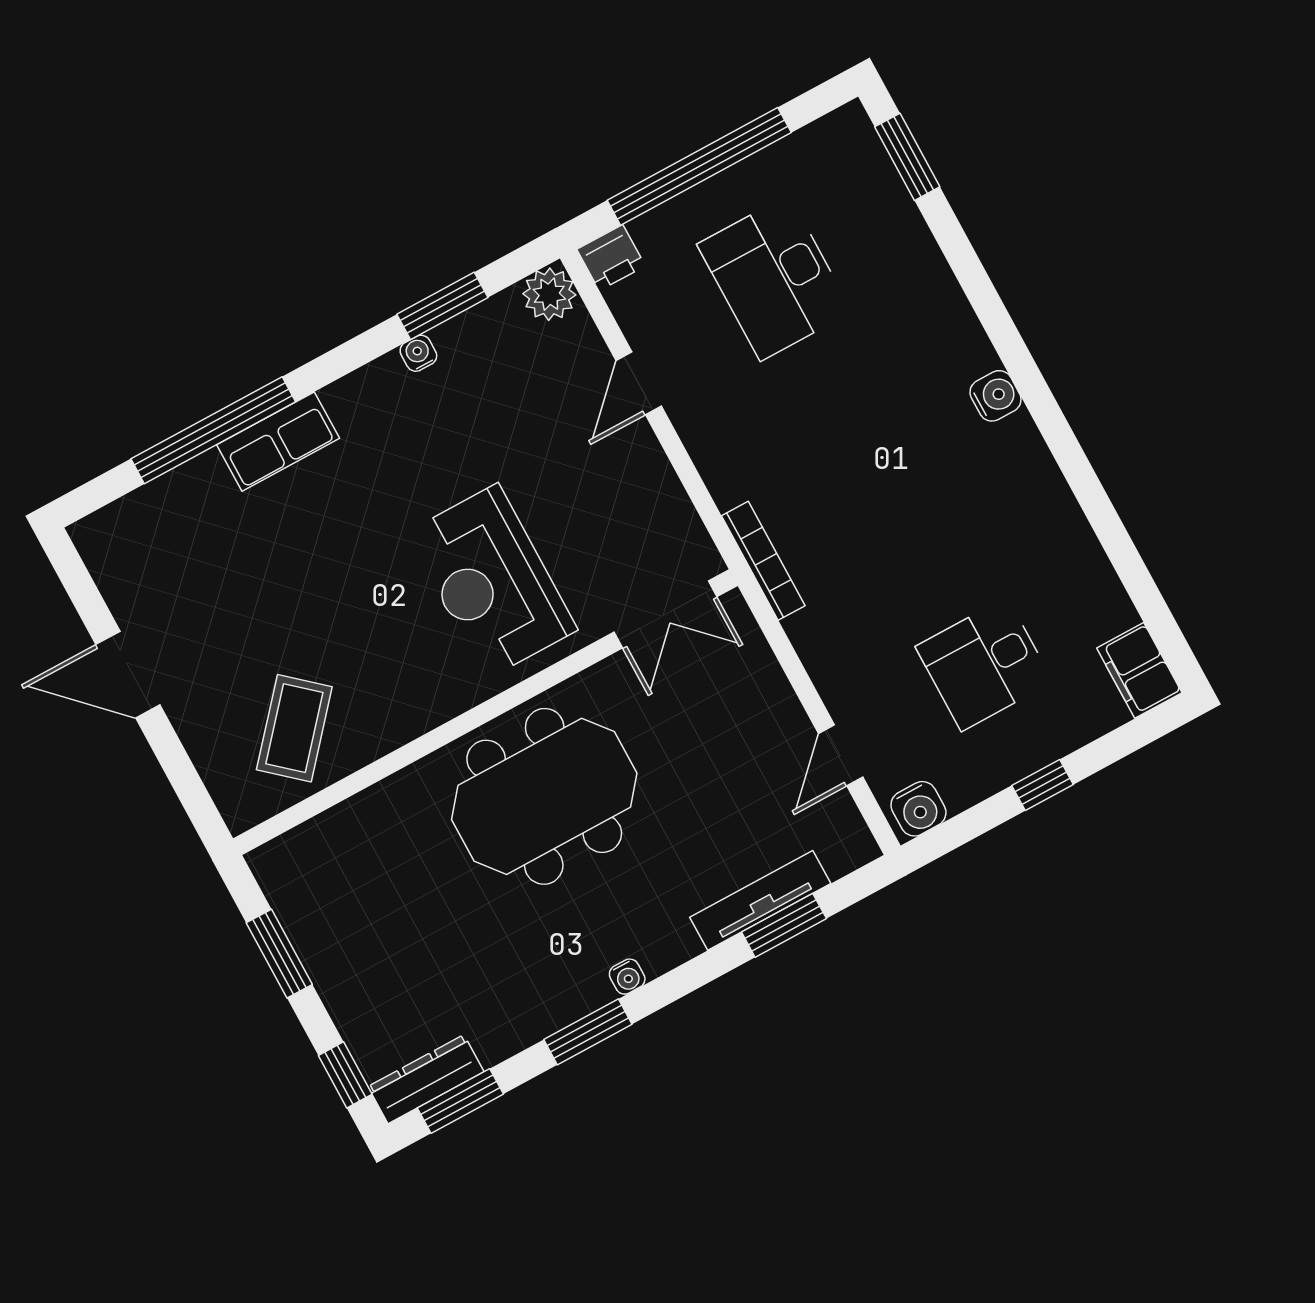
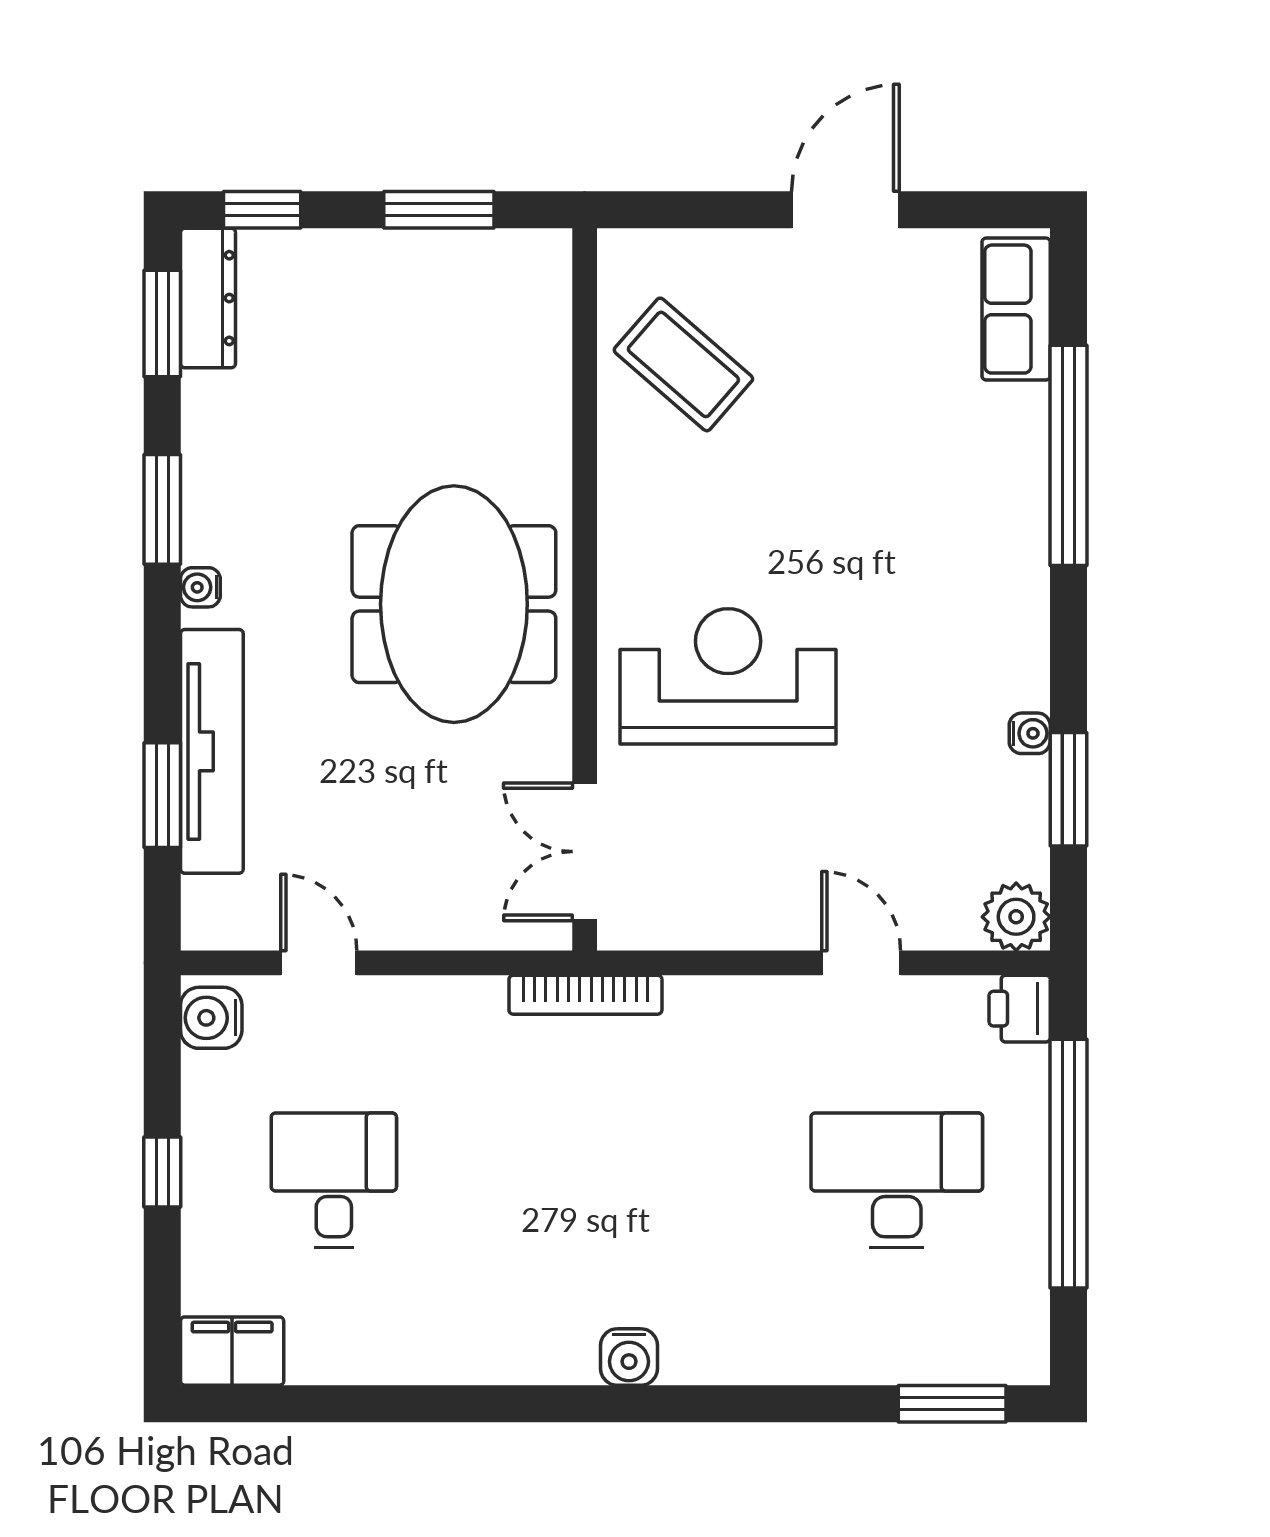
row of seats: (278, 442) -> (1016, 309), moved
tv unit: (760, 900) -> (212, 751), width x1.36, depth x1.29

